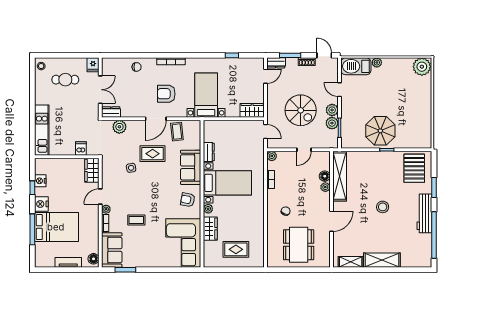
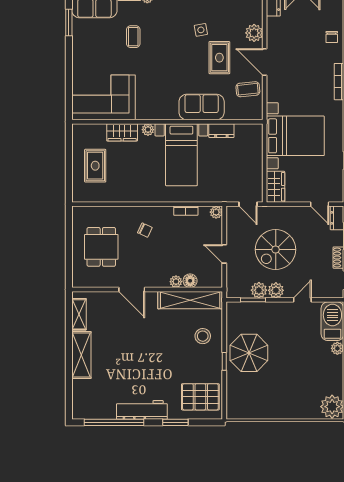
armchair: (166, 94) -> (297, 75), removed
bed with nightstands: (206, 95) -> (295, 136), width x1.36
plant: (119, 127) -> (254, 33), moved
door: (266, 132) -> (248, 204), hinge flipped
armchair: (188, 200) -> (160, 103), removed
stool: (383, 207) -> (203, 336), moved
dining table: (299, 245) -> (101, 247), width x0.73

